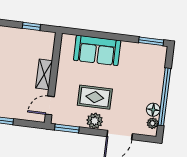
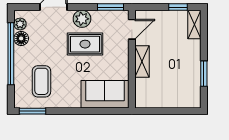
window: (31, 26) -> (162, 111), removed
sofa: (97, 50) -> (105, 94), moved
coffee table: (139, 68) -> (41, 81), added

